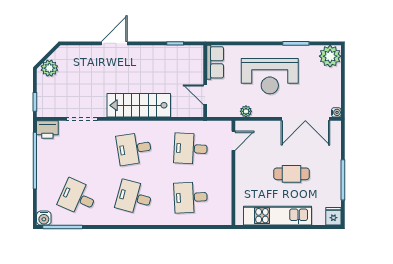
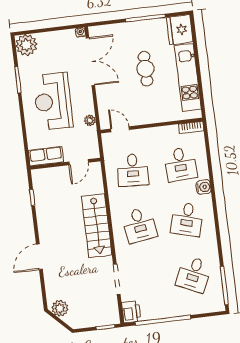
door: (114, 43) -> (39, 257), hinge flipped
plant: (49, 68) -> (60, 308), moved
reception desk: (270, 76) -> (53, 101), turned 180
bookcase: (227, 213) -> (191, 127), added
fridge: (333, 216) -> (180, 30), width x1.88, depth x1.34
water cooler: (44, 218) -> (204, 187), moved

